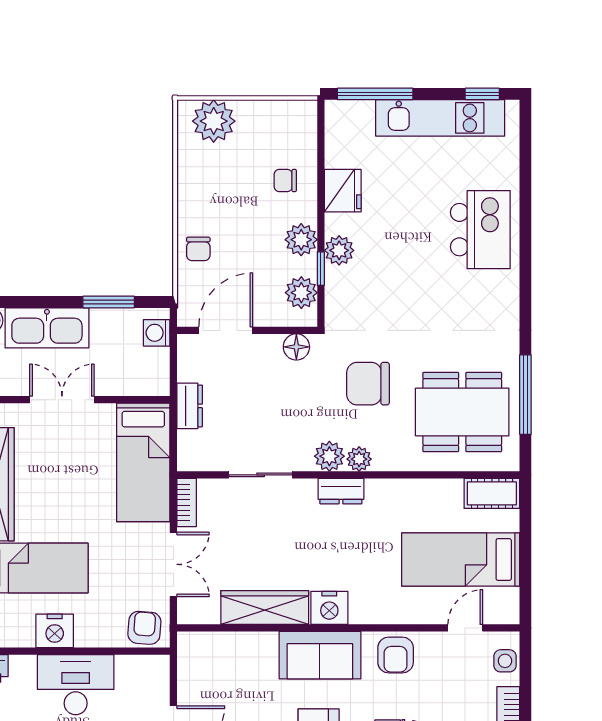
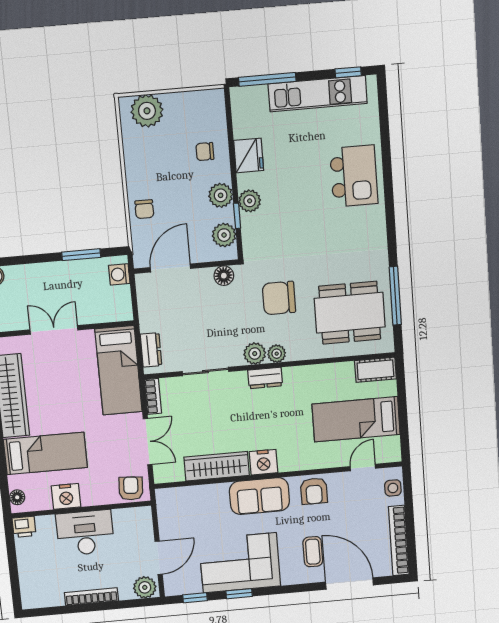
kitchen sink: (47, 328) -> (37, 278), removed
dresser: (190, 406) -> (151, 350), moved

